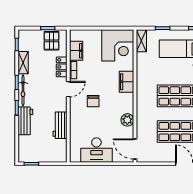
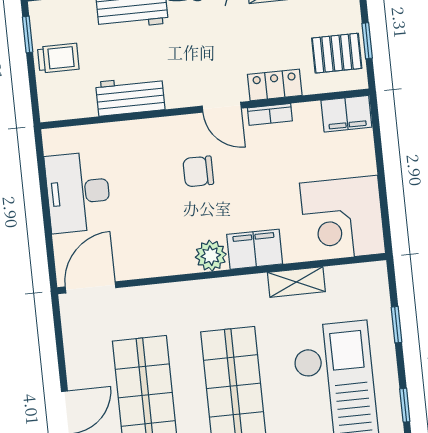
shelving: (141, 41) -> (296, 282), moved
filing cabinet: (76, 51) -> (346, 114), moved
plant: (127, 120) -> (211, 256), moved
trolley: (42, 152) -> (58, 58), added

